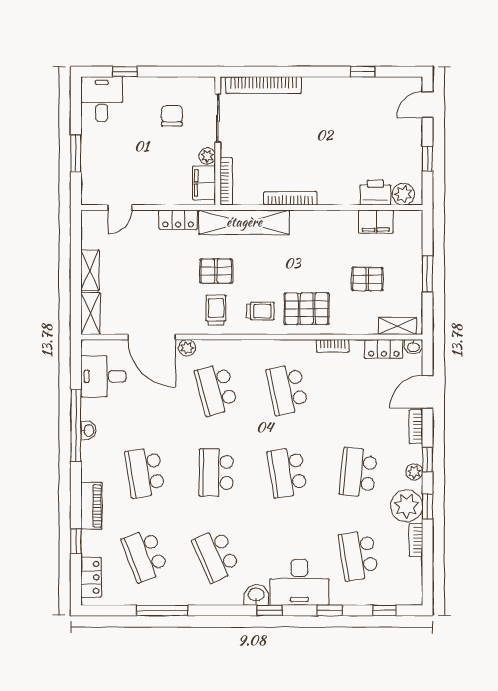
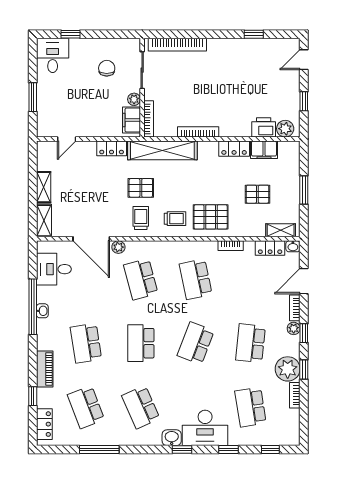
locker: (337, 220) -> (234, 149), added
school desk: (287, 472) -> (196, 343), turned 30
plant: (414, 472) -> (294, 328), moved

